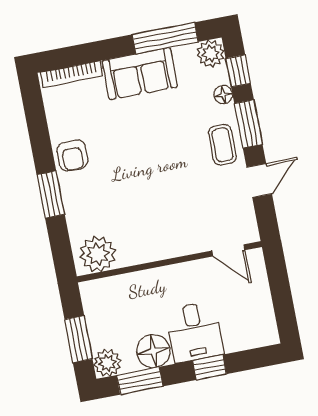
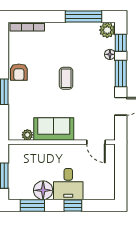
sofa: (140, 74) -> (54, 129), moved, turned 180
coffee table: (222, 145) -> (66, 78), moved
plant: (98, 254) -> (27, 135), width x0.53, depth x0.53
plant: (107, 363) -> (16, 192), removed

